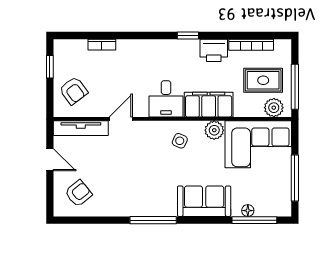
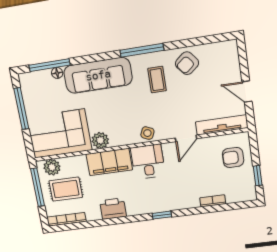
window: (188, 36) -> (162, 215), moved
bookcase: (251, 45) -> (66, 219), moved
armchair: (74, 91) -> (233, 157), turned -53
side table: (180, 141) -> (147, 133), moved
coffee table: (142, 187) -> (157, 80), added
armchair: (78, 193) -> (187, 63), moved
sofa: (204, 201) -> (98, 75), width x1.36

